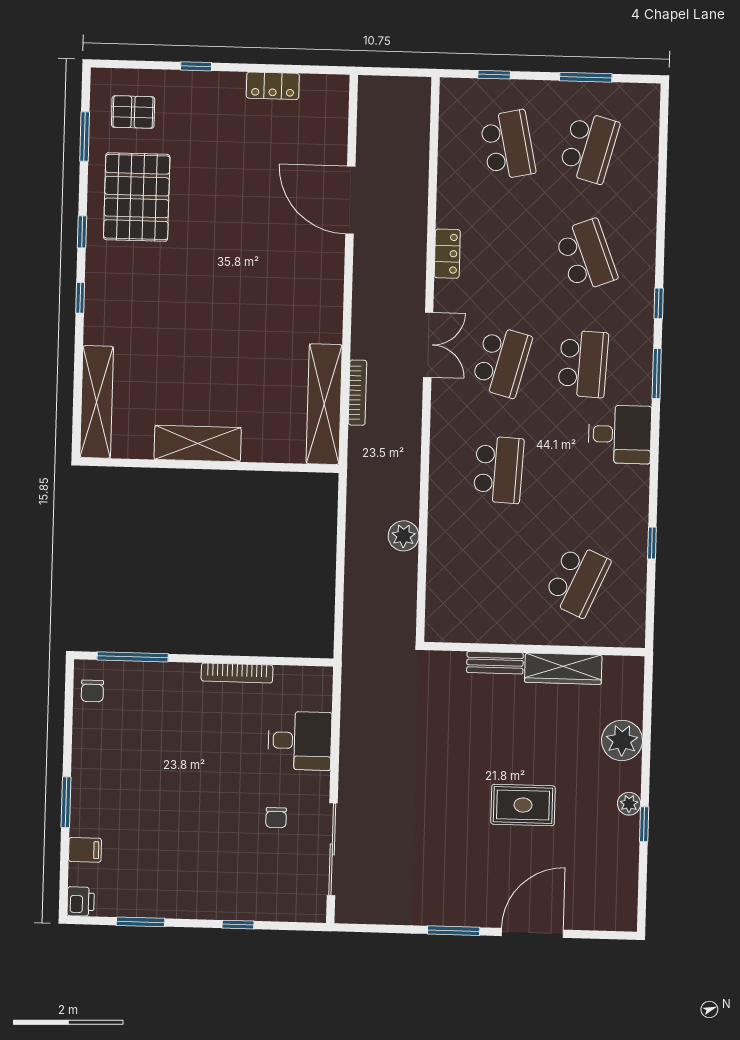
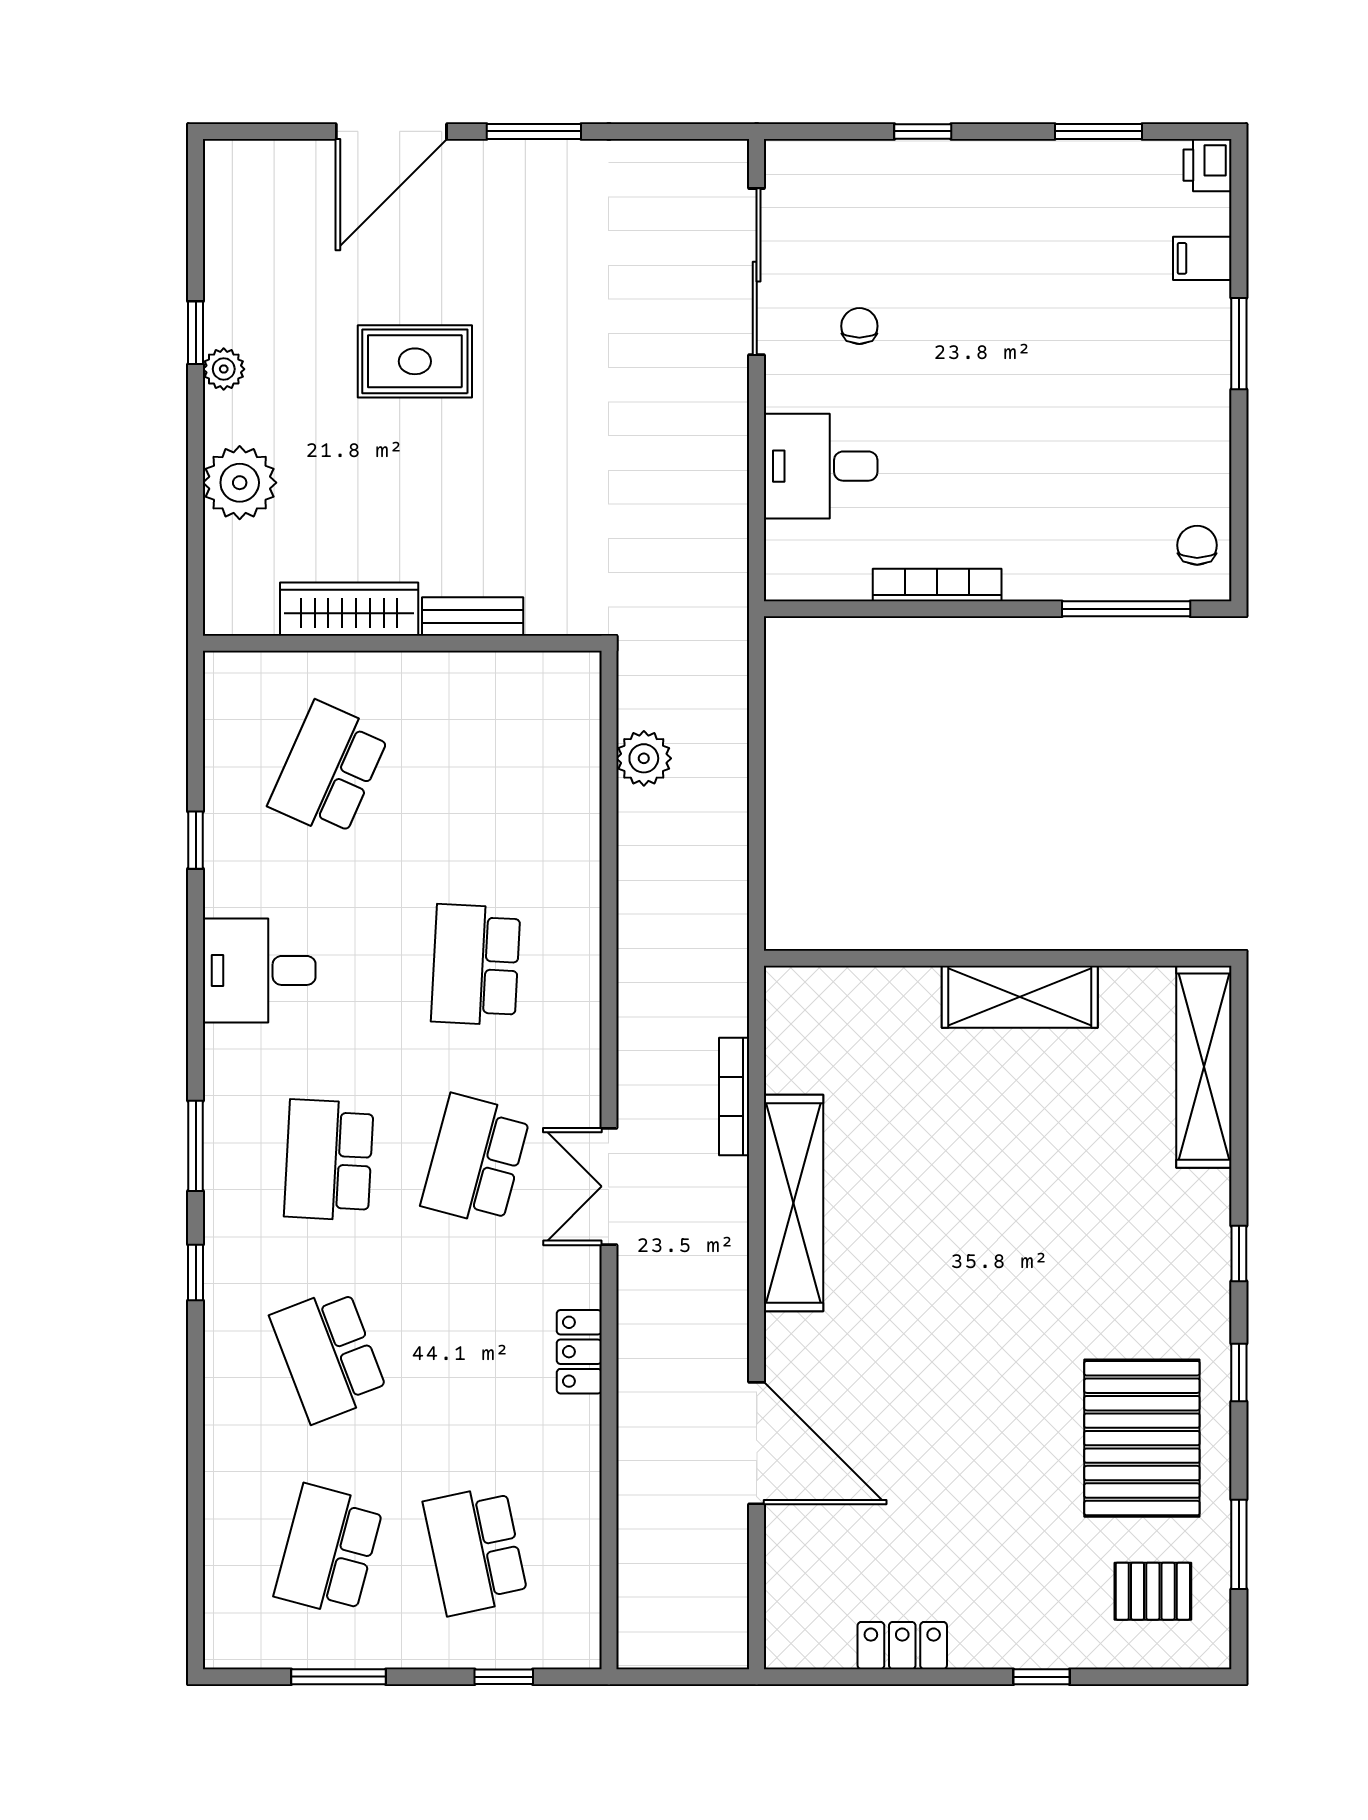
shelving: (324, 404) -> (794, 1203), moved
desk: (620, 434) -> (259, 970), moved
plant: (404, 536) -> (644, 758), moved

